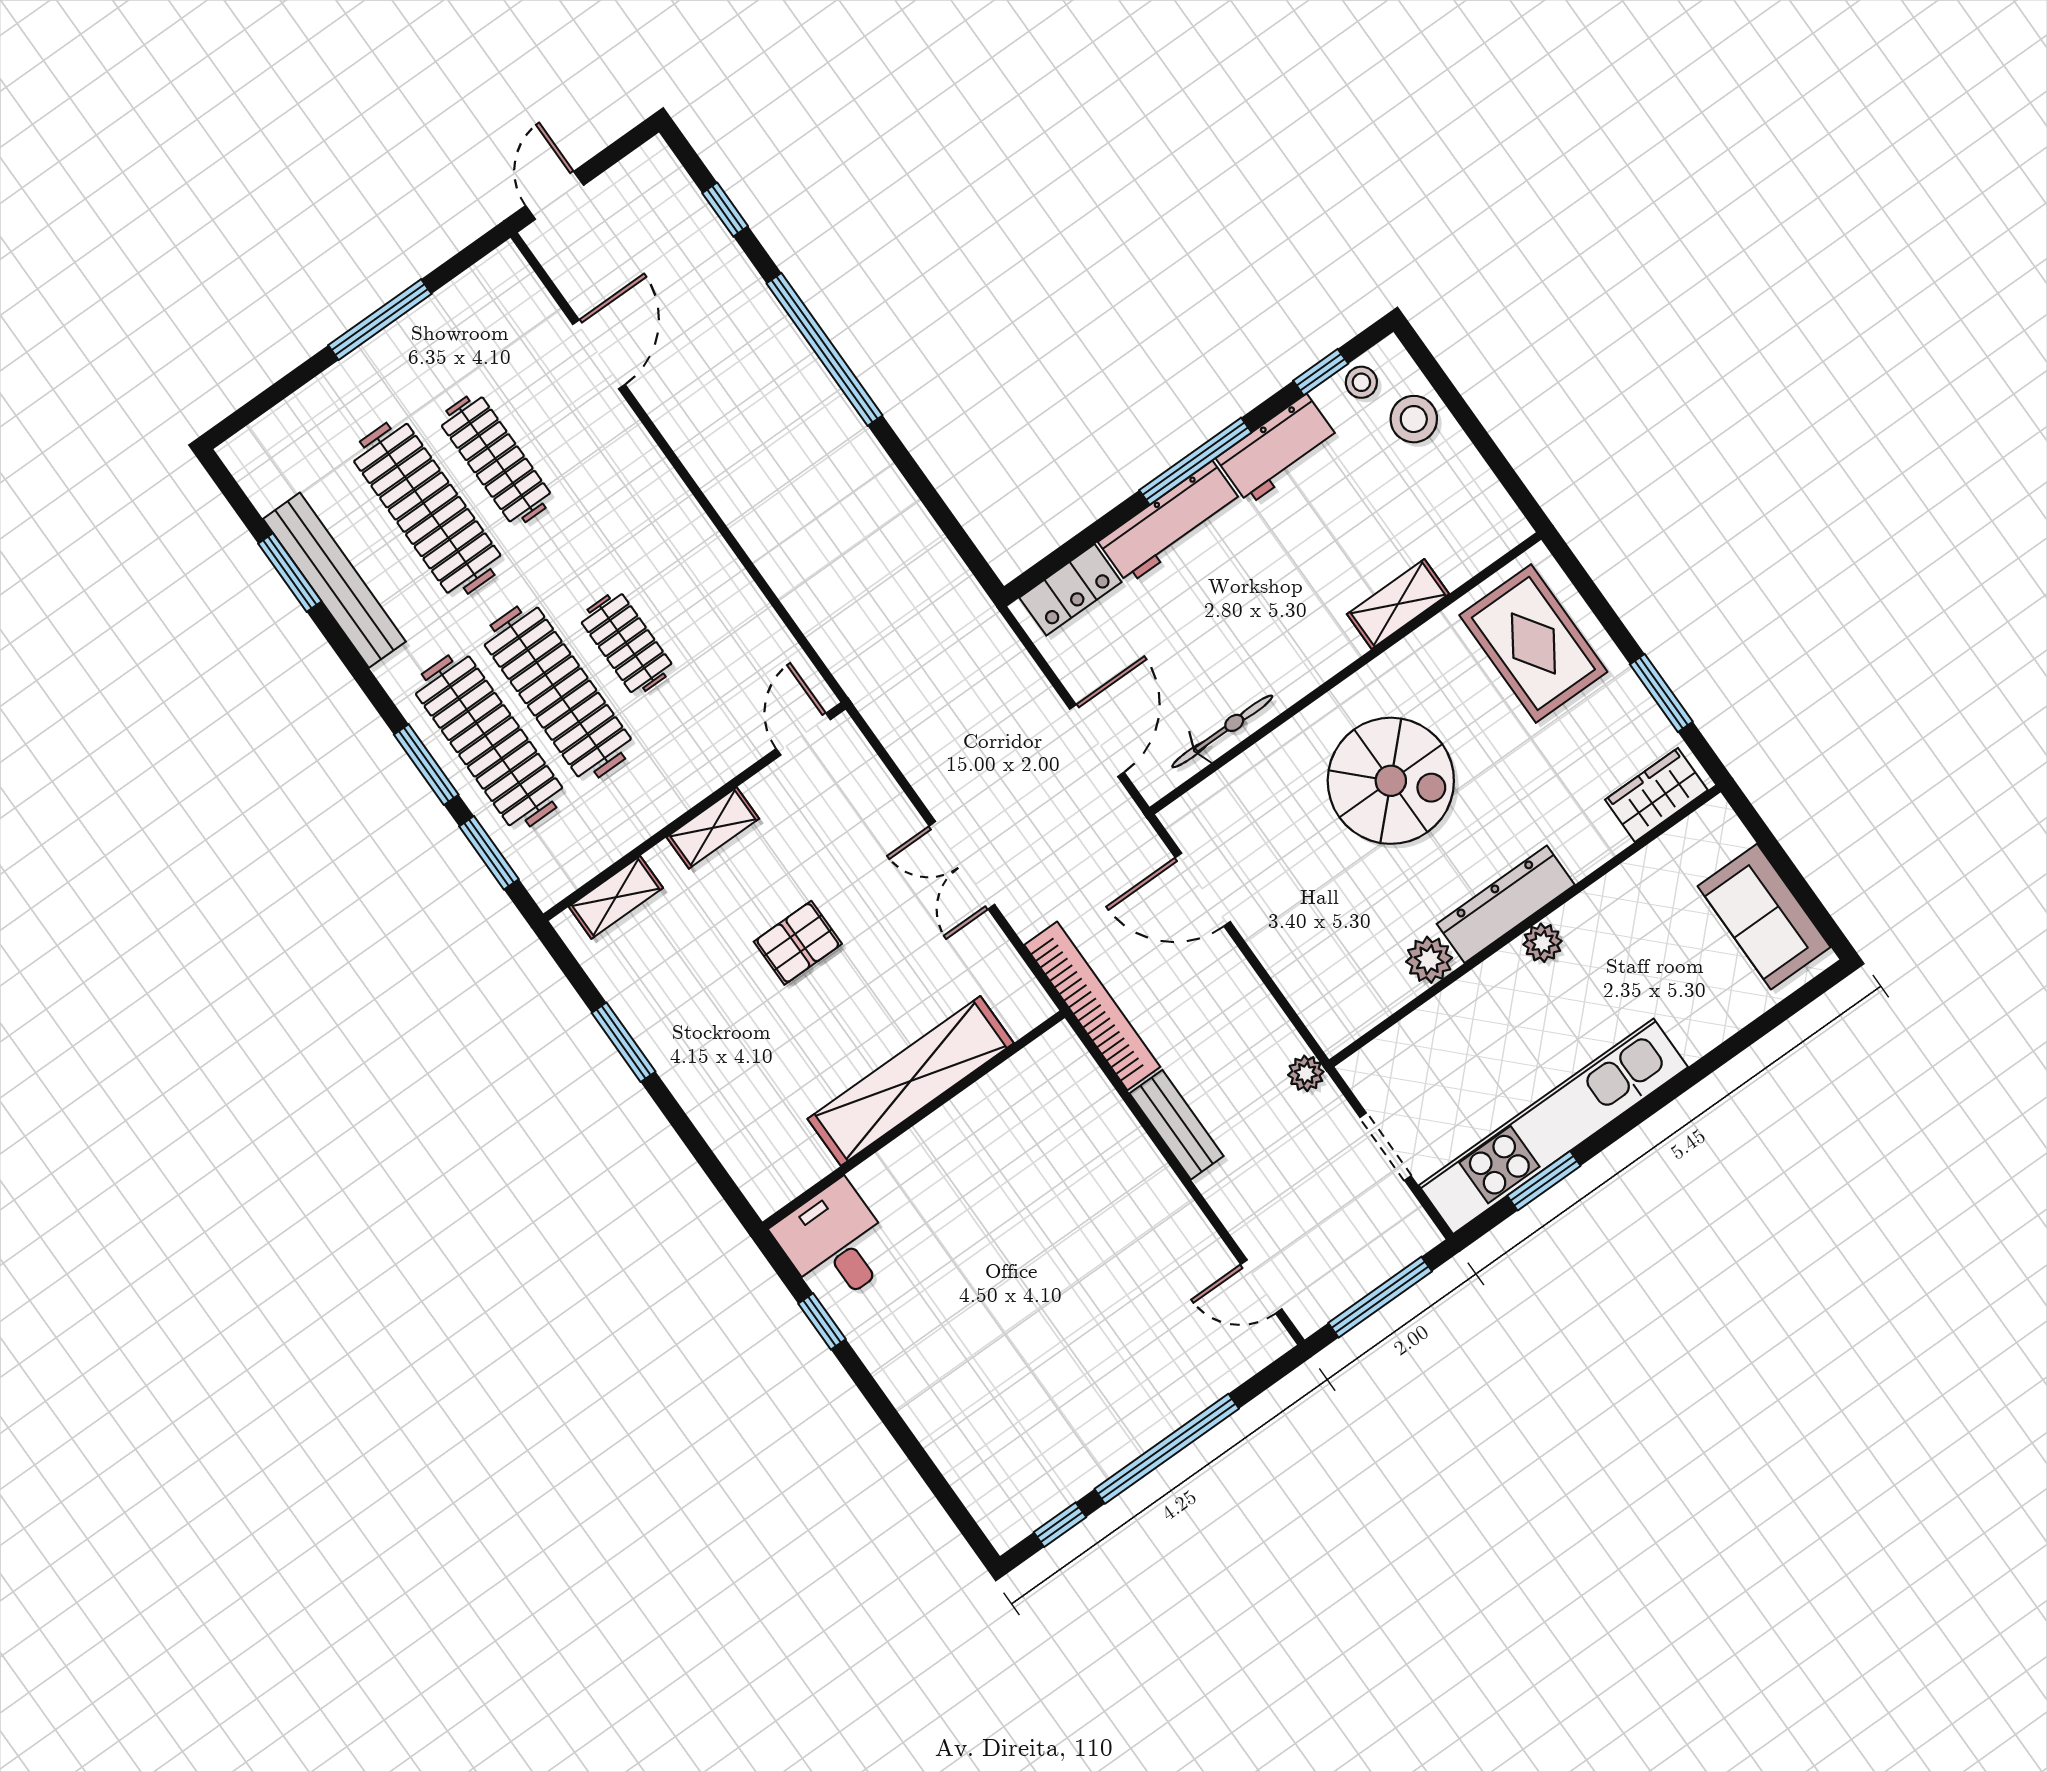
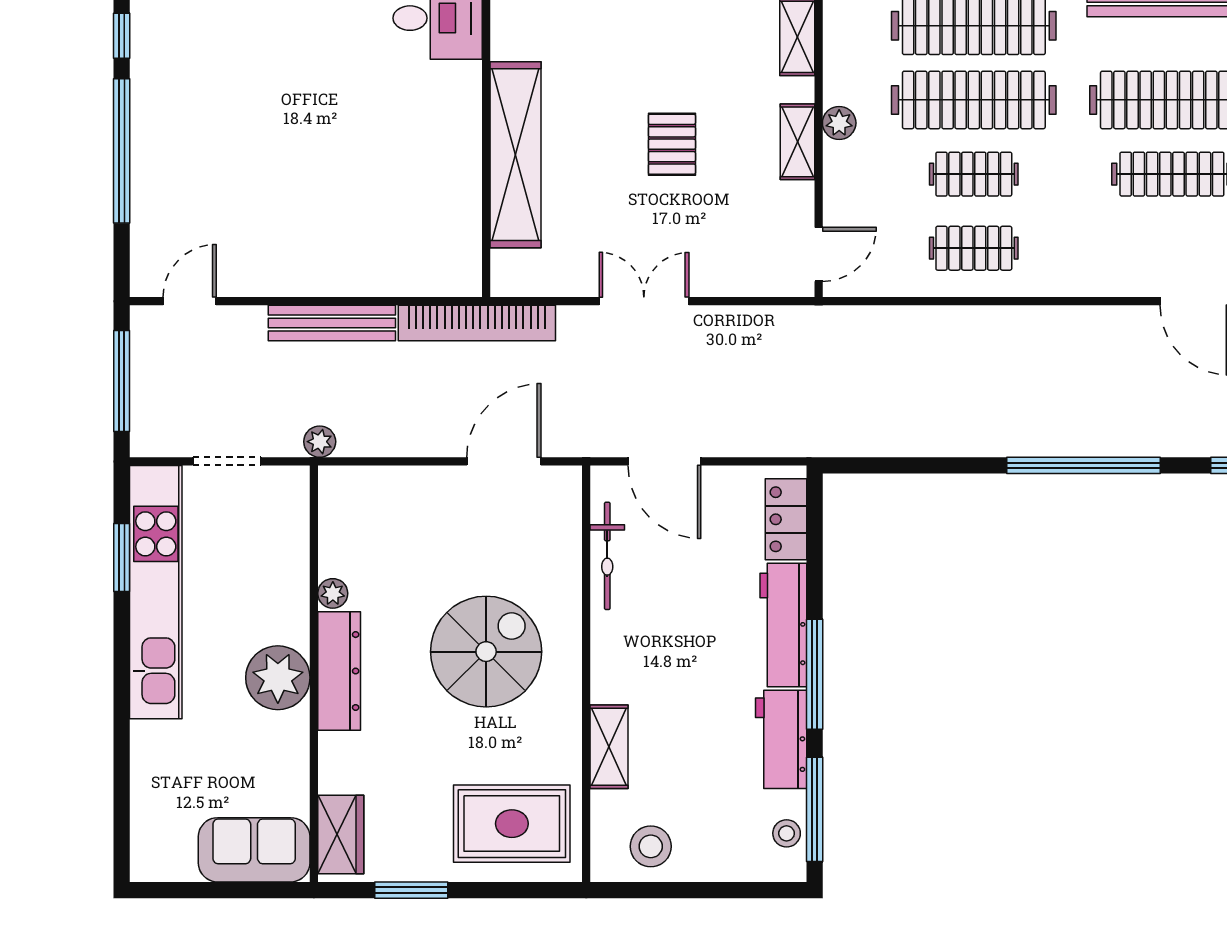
window: (1321, 372) -> (815, 809), width x2.17
stool: (1414, 419) -> (651, 846), moved
clothes rail: (695, 594) -> (974, 248), added
door: (803, 734) -> (819, 254), hinge flipped
spiral stairs: (1391, 781) -> (486, 652), turned 180
plant: (668, 802) -> (839, 123), added
sofa: (1764, 917) -> (254, 850), moved
plant: (1543, 943) -> (278, 678), width x1.87, depth x1.87
plant: (1429, 960) -> (333, 593), width x0.73, depth x0.73
bench: (1177, 1125) -> (332, 323), width x1.36

